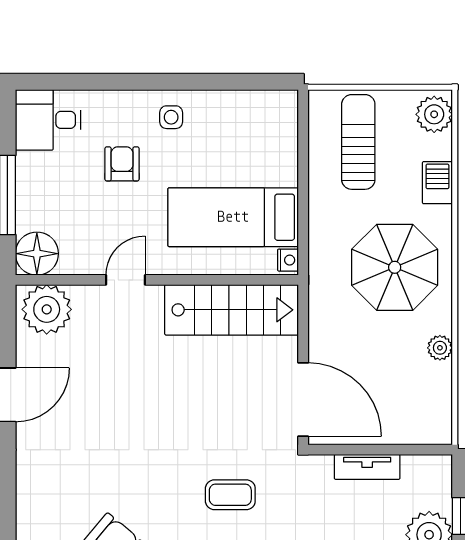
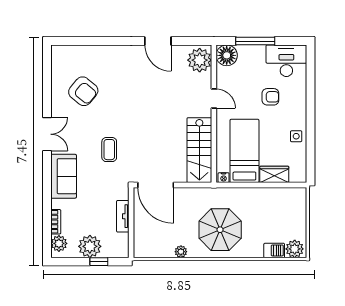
side table: (171, 117) -> (296, 136), moved
desk: (48, 120) -> (286, 61), width x1.37
sun lounger: (358, 142) -> (281, 212), removed
wardrobe: (281, 156) -> (274, 174), added
barbecue: (437, 183) -> (274, 250), moved
door: (303, 400) -> (156, 185), hinge flipped

